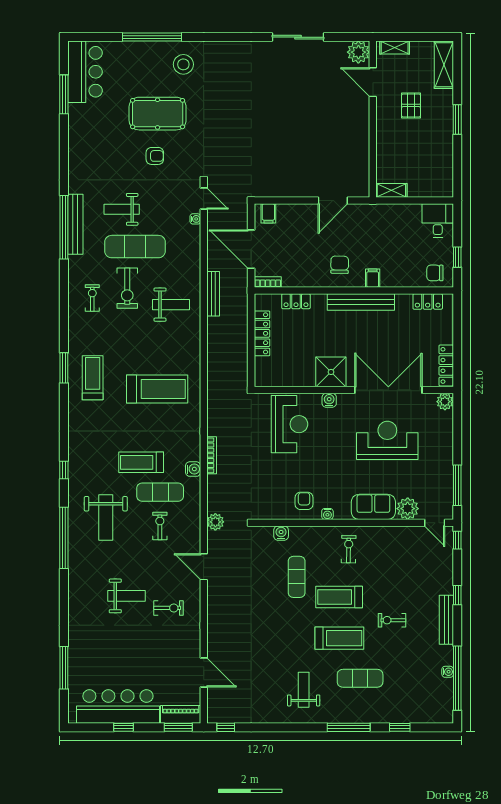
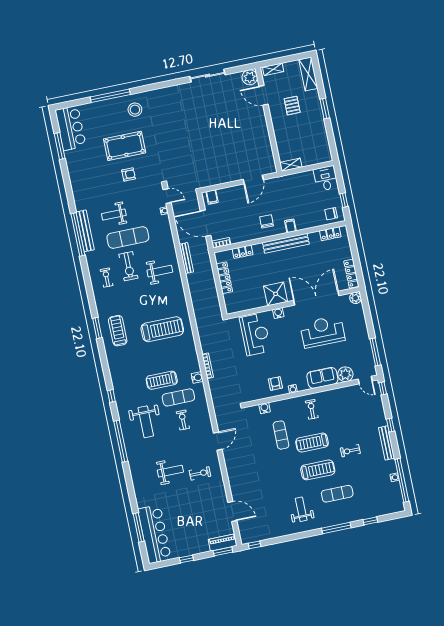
plant: (215, 522) -> (219, 410), removed
door: (204, 567) -> (218, 441), swing flipped
bar counter: (118, 706) -> (154, 534), moved, turned 90

